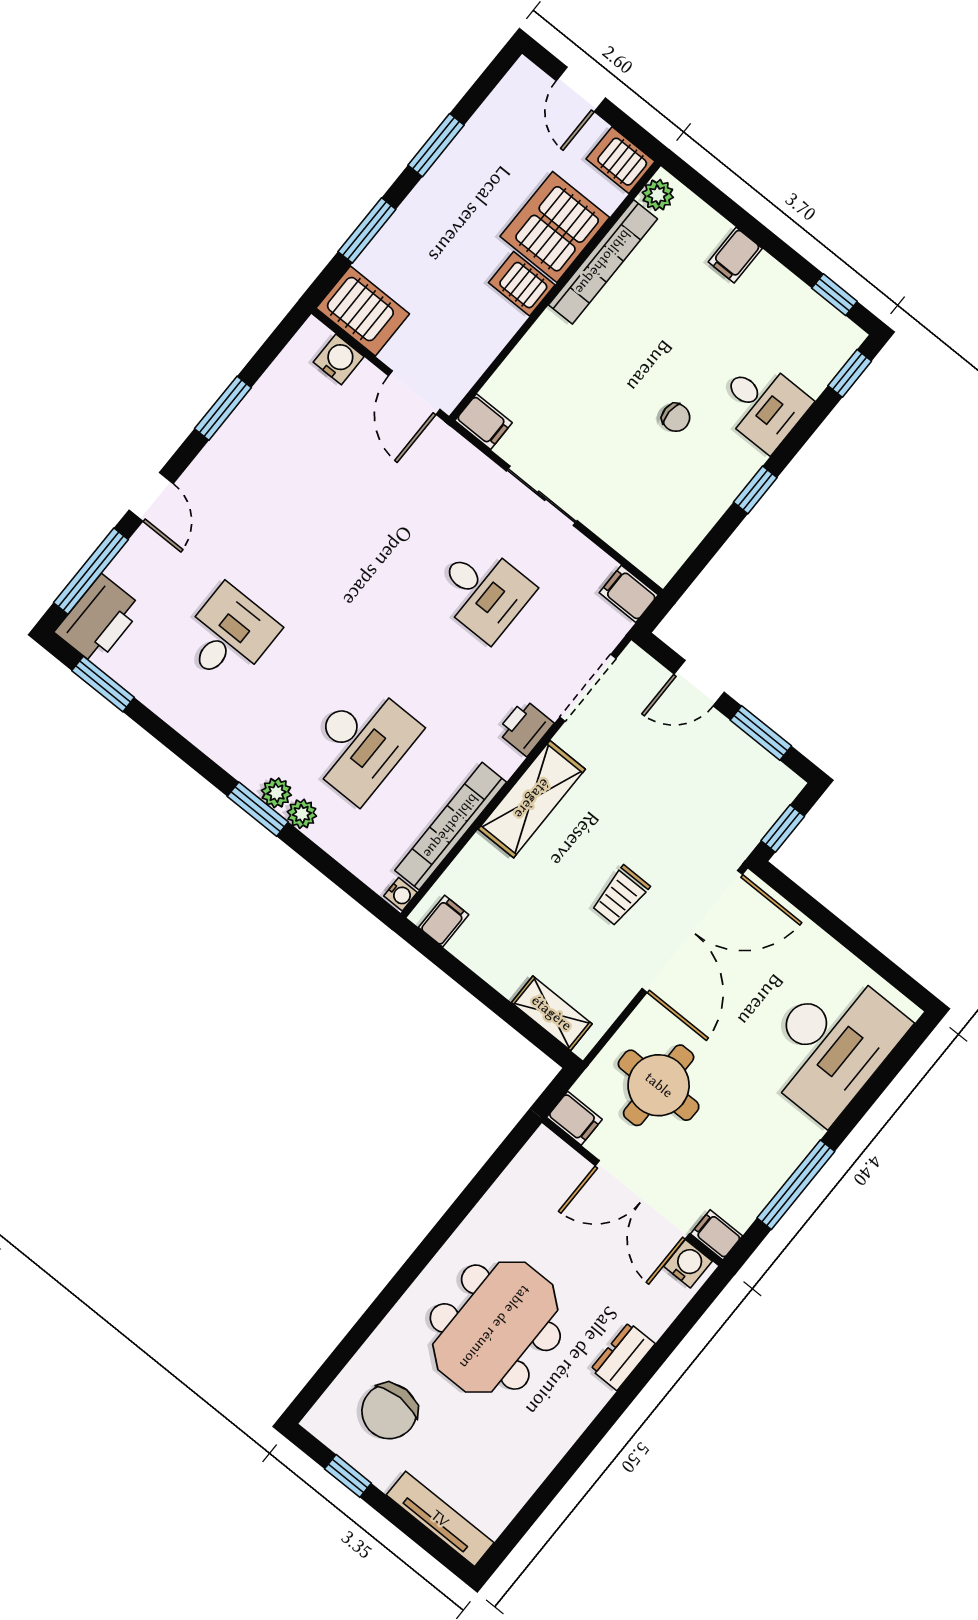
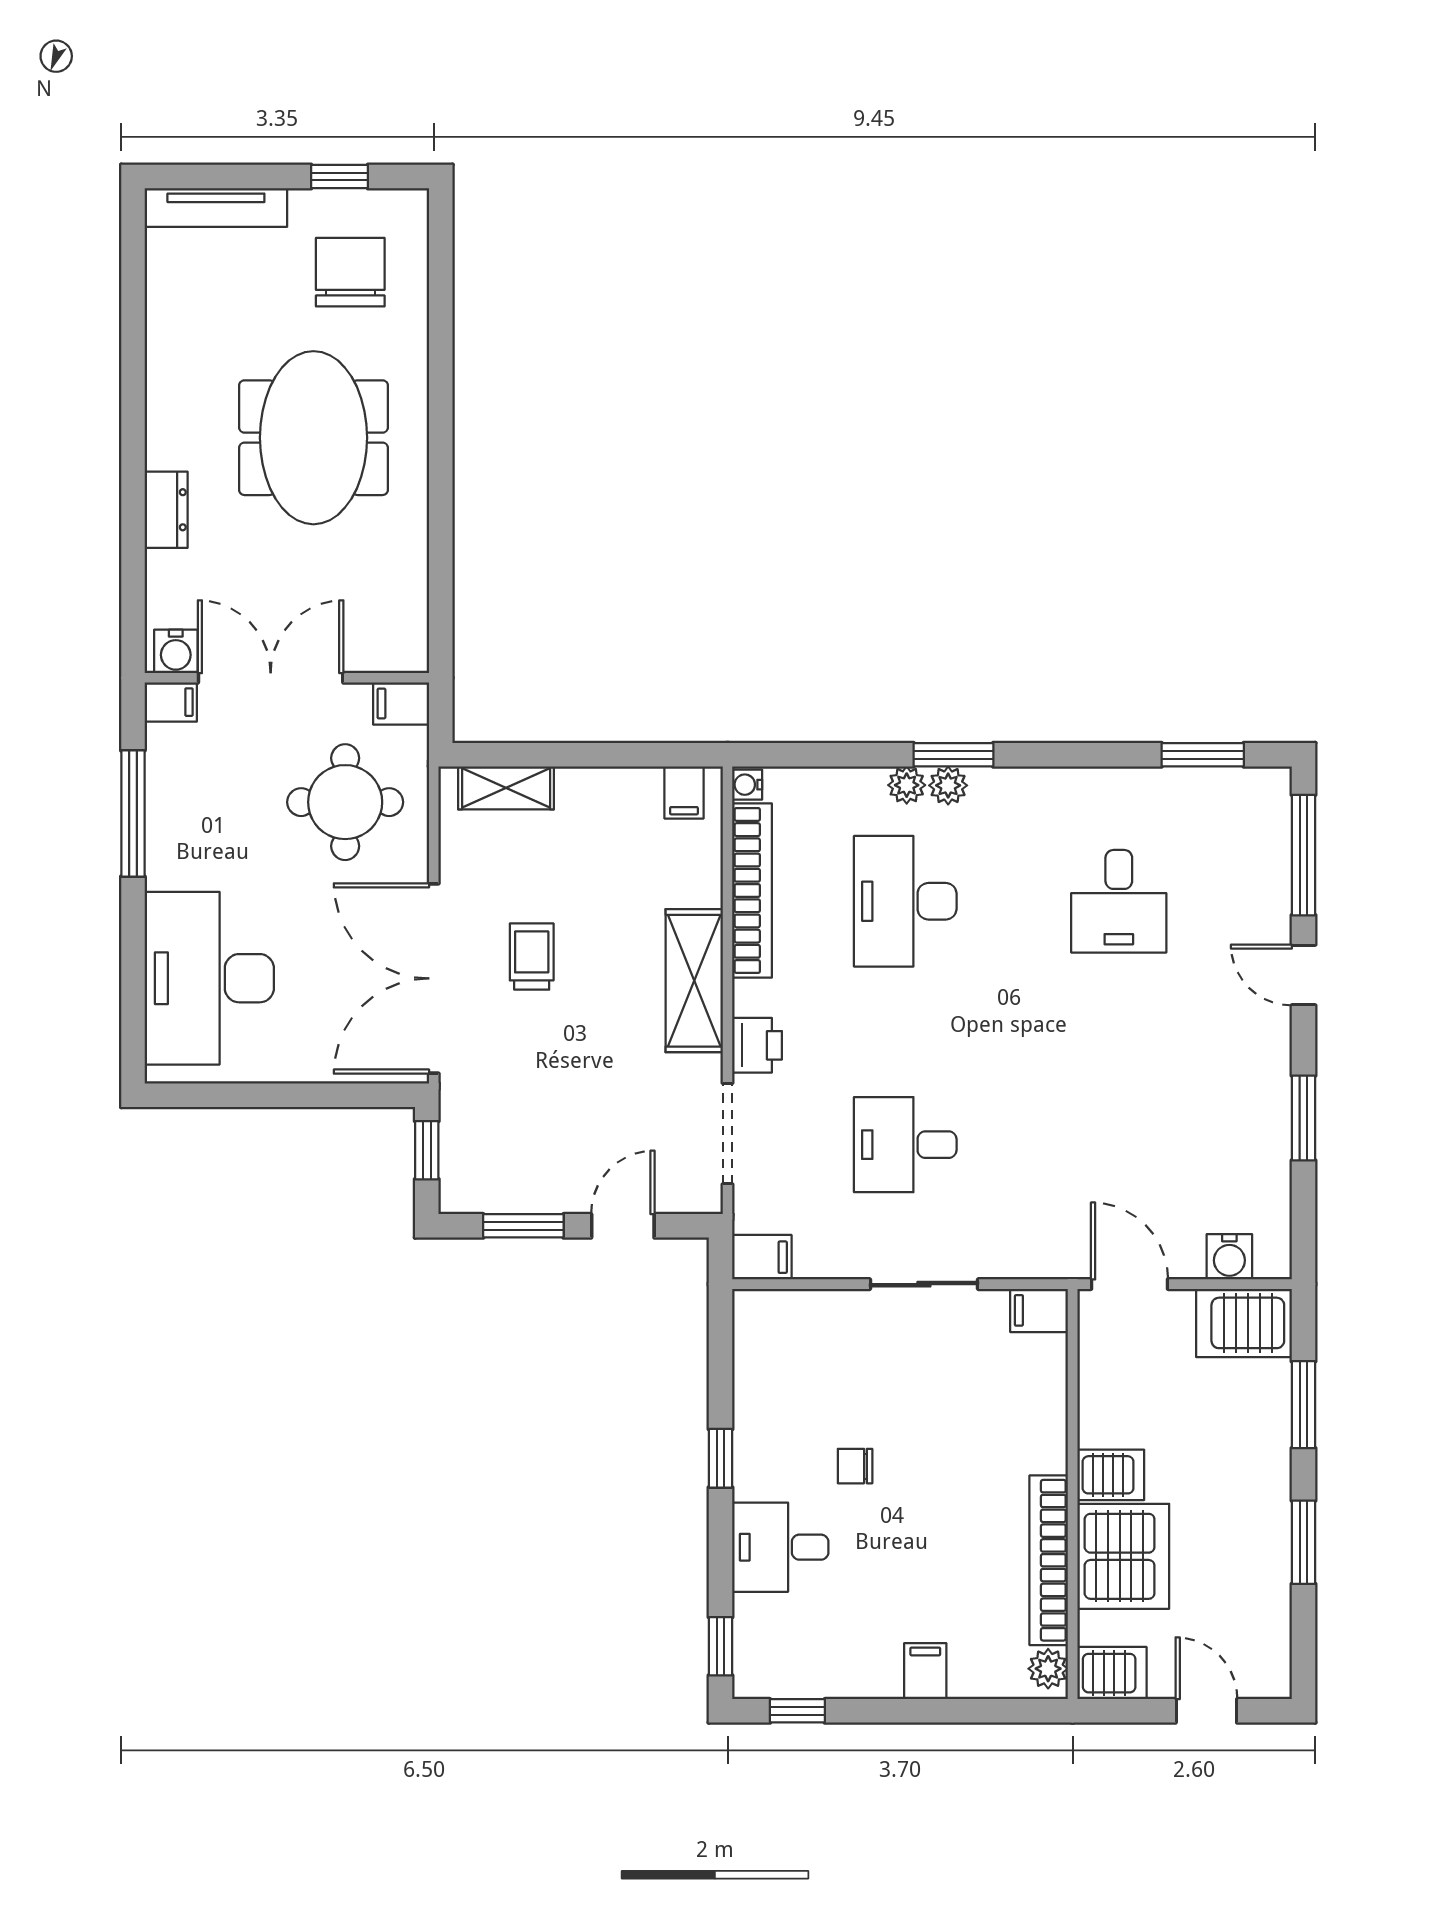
printer: (99, 620) -> (1258, 814), removed

